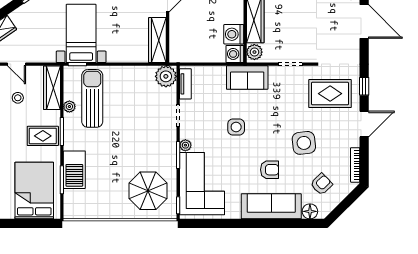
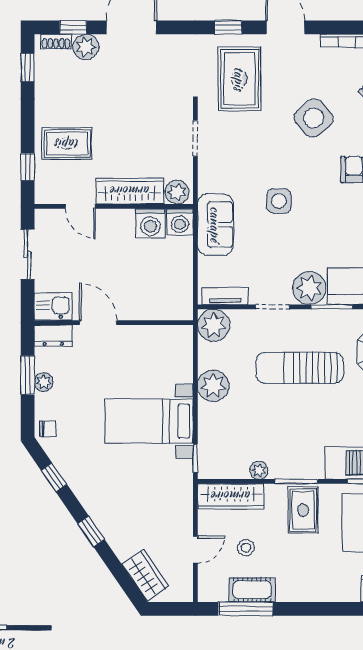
bed with nightstands: (81, 33) -> (149, 421), moved
wardrobe: (157, 40) -> (159, 338), removed
plant: (126, 76) -> (213, 386), added
sofa: (247, 78) -> (215, 224), moved
sun lounger: (92, 98) -> (300, 368), moved
side table: (236, 127) -> (279, 201), moved
side table: (304, 143) -> (314, 118), turned -33
plant: (185, 145) -> (309, 288), width x1.87, depth x1.87

